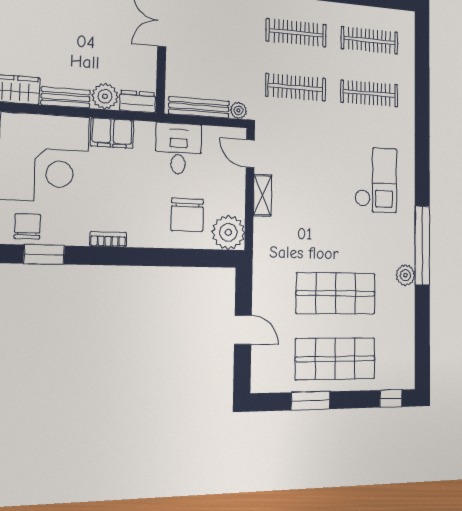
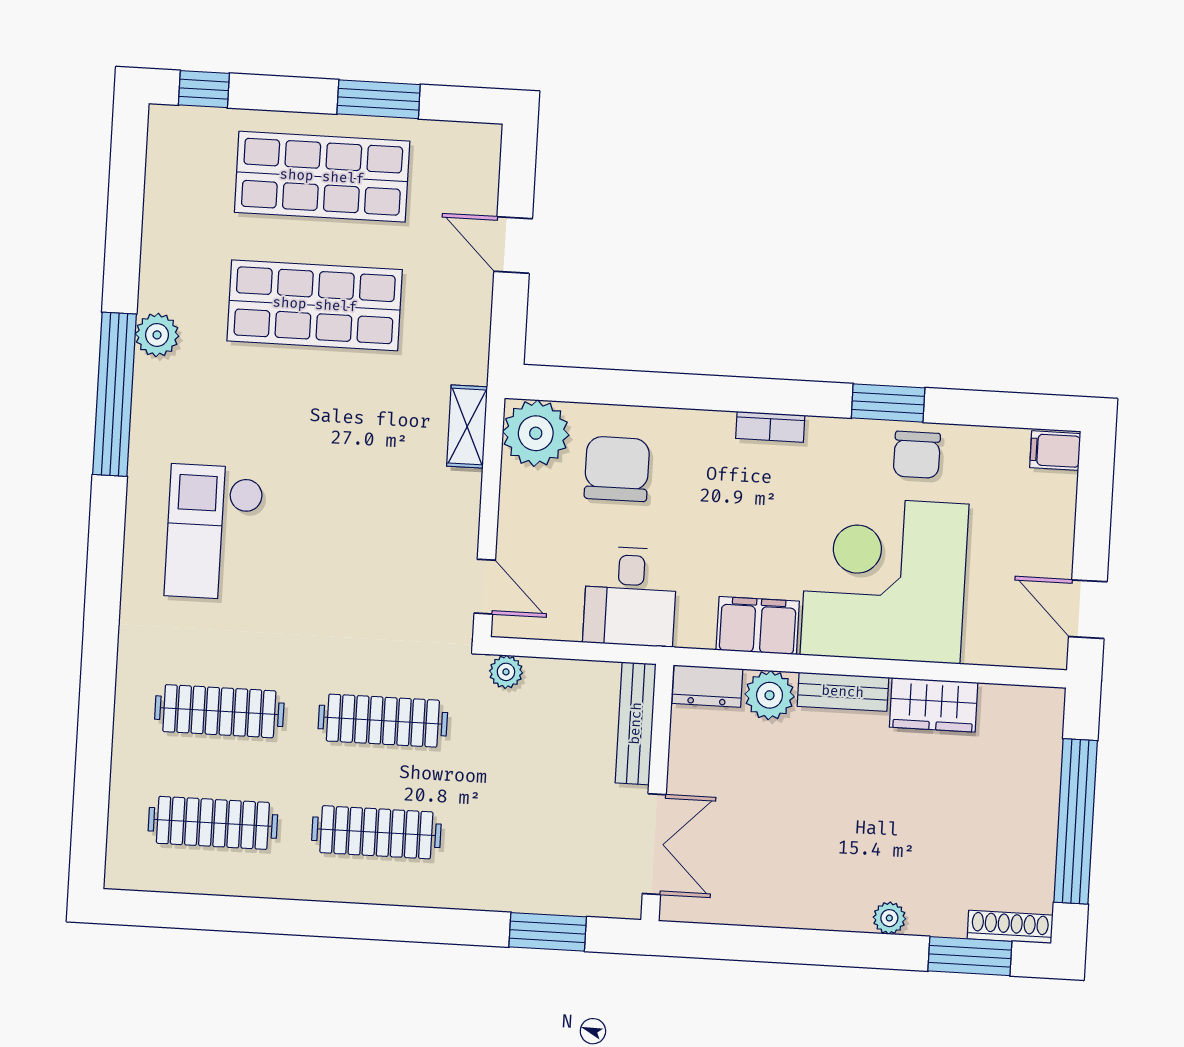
bench: (199, 107) -> (636, 723), moved, turned 90
shelving: (262, 195) -> (467, 426), moved

